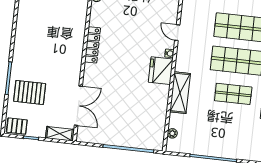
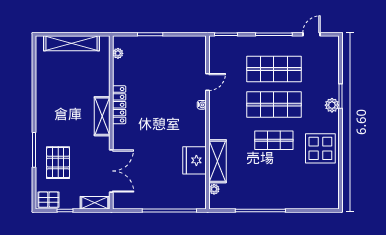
door: (177, 33) -> (208, 82), swing flipped
shelving: (75, 54) -> (102, 116), added
fridge: (161, 71) -> (194, 160), moved
pallet: (30, 92) -> (58, 163), turned 90
shelving: (180, 93) -> (218, 161), moved

